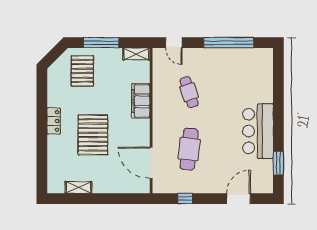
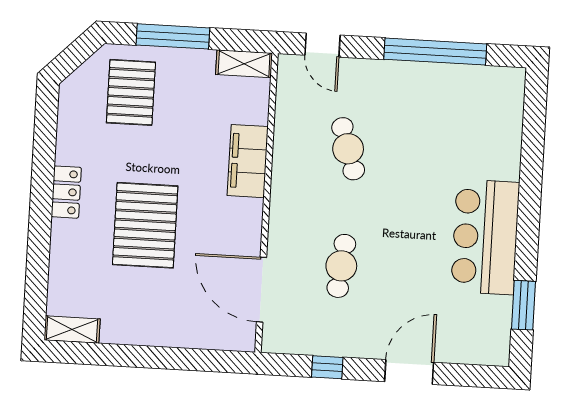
cafe table: (189, 149) -> (341, 266), width x0.73, depth x0.74
shelving: (78, 187) -> (72, 329), moved
door: (239, 199) -> (409, 372), moved

